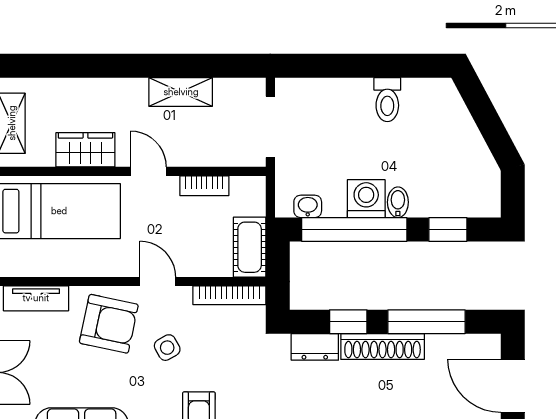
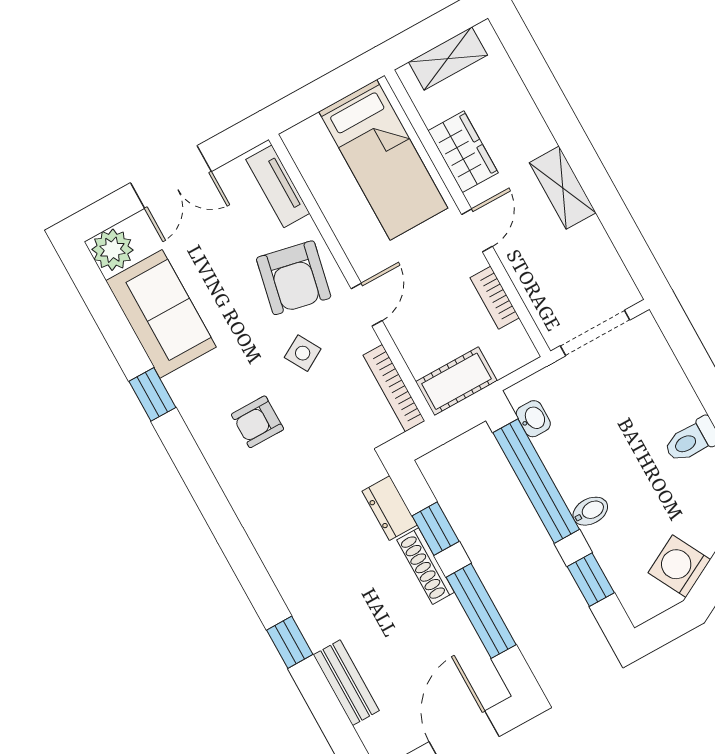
shelving: (181, 92) -> (563, 188), moved
washing machine: (366, 199) -> (679, 566), moved, turned -118
shoe rack: (383, 346) -> (426, 566), width x0.74, depth x0.81

